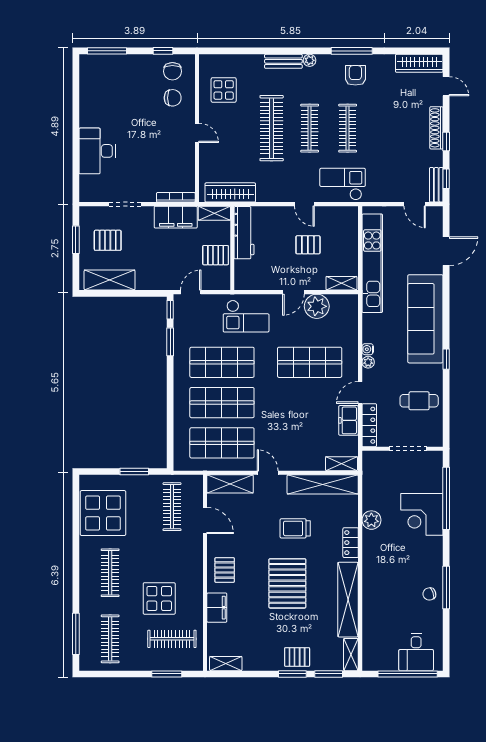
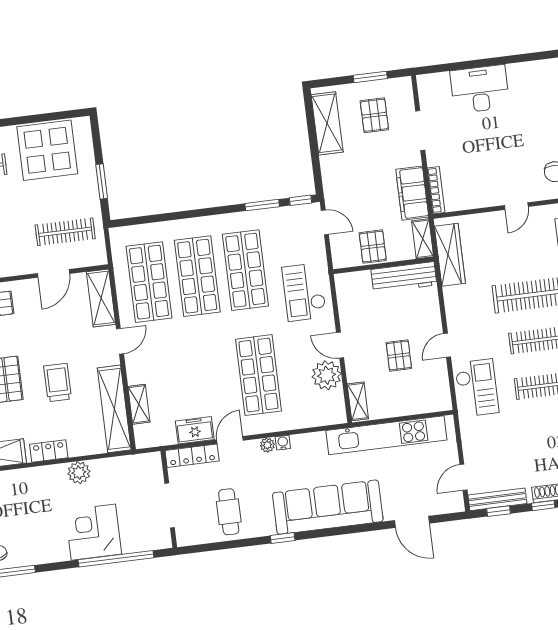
bench: (436, 185) -> (497, 499), width x1.36
door: (360, 392) -> (230, 440), hinge flipped
shelving: (341, 464) -> (139, 404), moved

